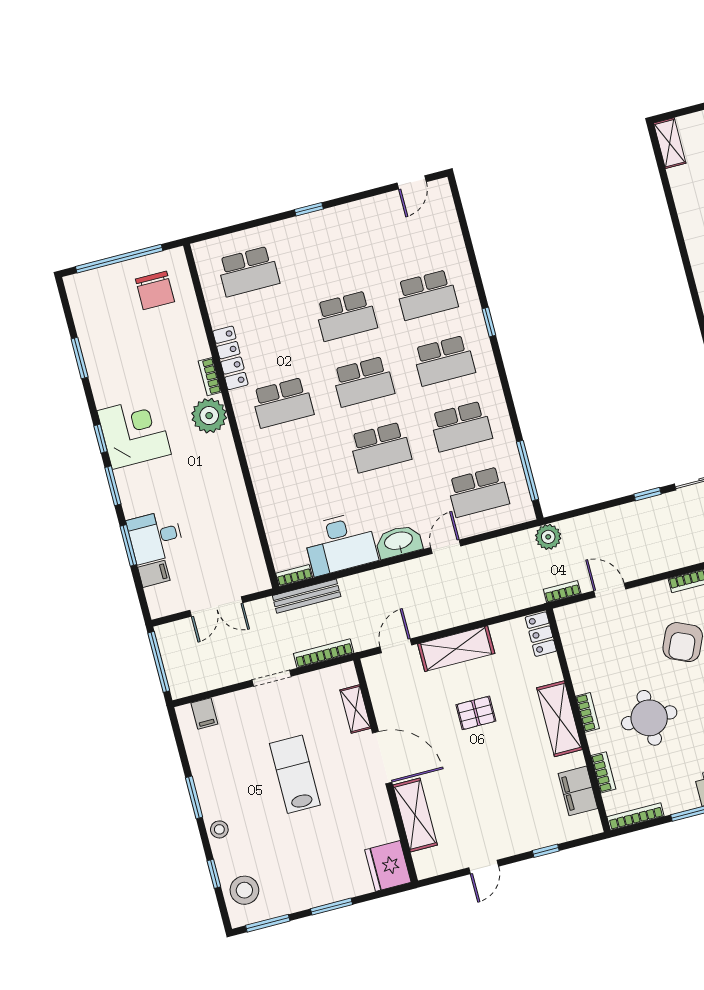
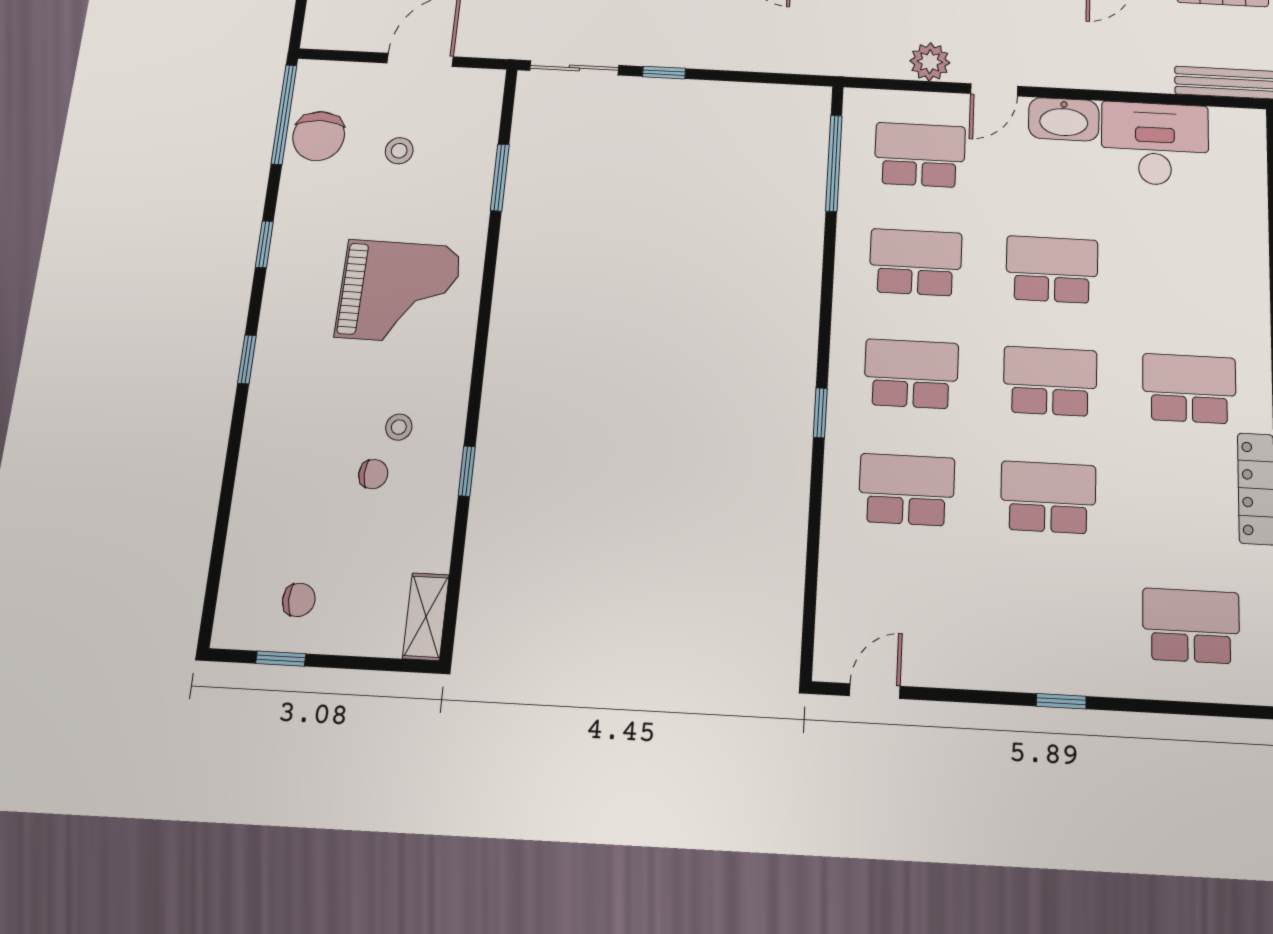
window: (677, 227) -> (467, 471), added
plant: (548, 537) -> (930, 62), moved
bookcase: (294, 575) -> (1239, 118), removed

